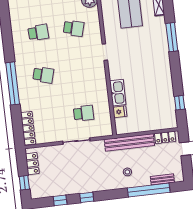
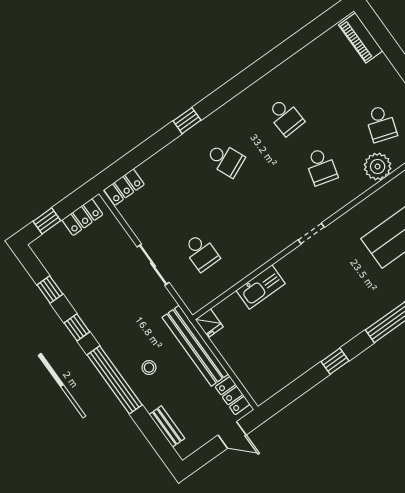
school desk: (43, 75) -> (225, 160), turned -39
window: (13, 83) -> (187, 121), width x0.32
window: (180, 103) -> (335, 361), moved
fridge: (120, 112) -> (209, 323), moved
locker: (28, 128) -> (124, 187), width x0.66
window: (149, 190) -> (115, 380), moved

